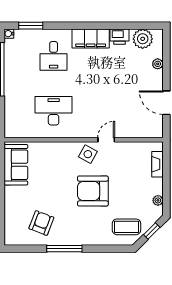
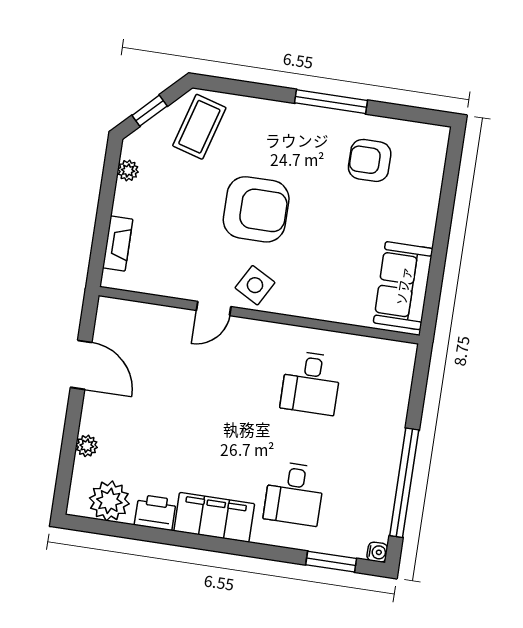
desk: (54, 56) -> (294, 494), turned 180
desk: (54, 111) -> (311, 383), width x0.73
armchair: (41, 223) -> (370, 160), turned 69
coffee table: (126, 227) -> (199, 127), turned -74

